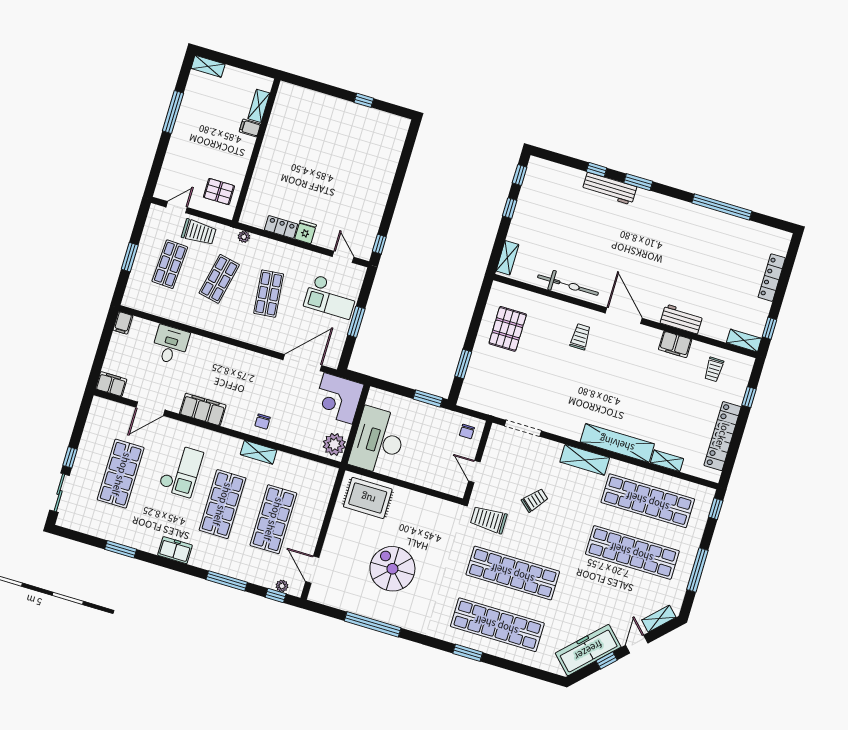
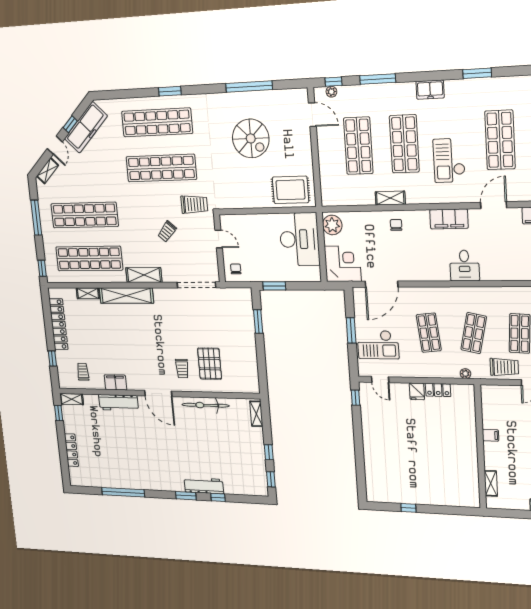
filing cabinet: (250, 128) -> (490, 435), moved
pallet: (219, 192) -> (499, 405), removed
trolley: (199, 232) -> (504, 367), turned 180
checkout: (331, 297) -> (378, 345), turned 180
workbench: (682, 319) -> (118, 403), width x1.38
pallet: (508, 329) -> (210, 364), moved
desk: (170, 345) -> (464, 266), moved
doorway: (523, 428) -> (196, 285), width x1.36

